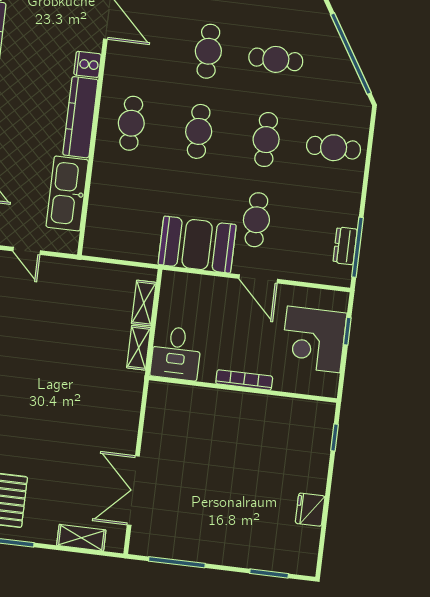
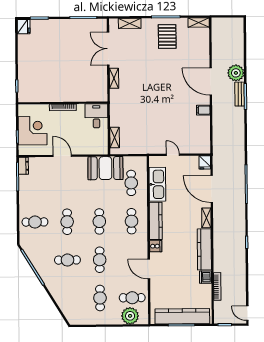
cafe table: (256, 220) -> (131, 183), moved
booth: (197, 245) -> (105, 168), moved
dresser: (345, 246) -> (23, 166), moved
shelving: (139, 348) -> (114, 78), moved
double door: (133, 491) -> (108, 49), swing flipped
fridge: (310, 510) -> (24, 27), moved

